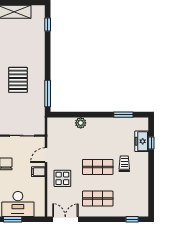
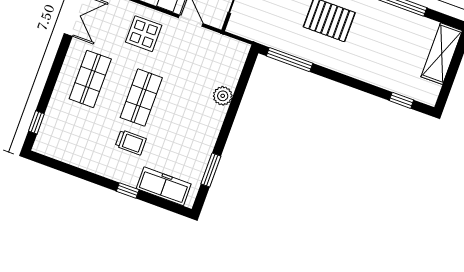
freezer: (142, 141) -> (164, 186), width x1.40
window: (151, 143) -> (128, 190), moved

